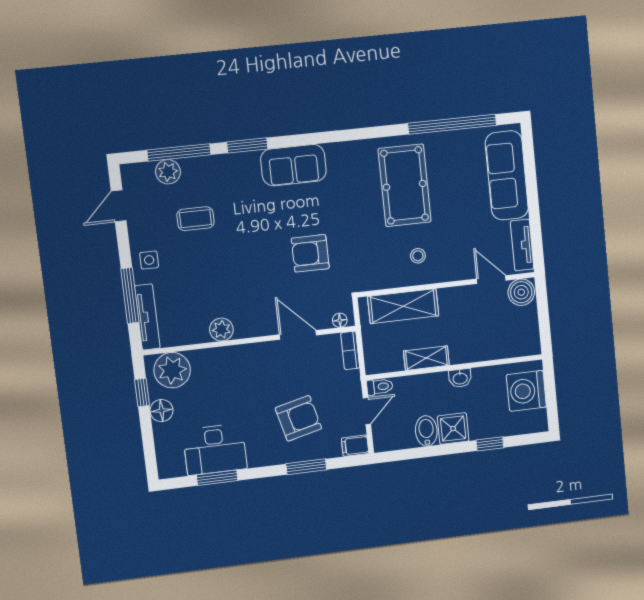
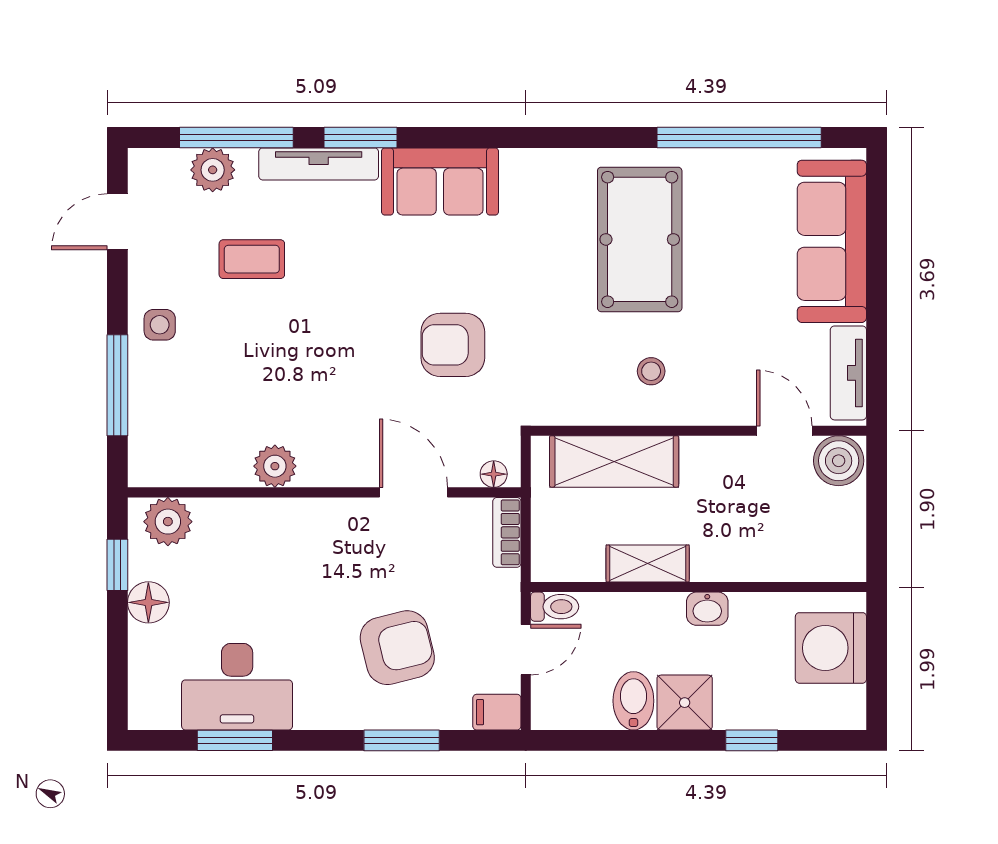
tv unit: (147, 317) -> (319, 164), moved, turned 90
plant: (172, 370) -> (168, 522), width x0.73, depth x0.73

